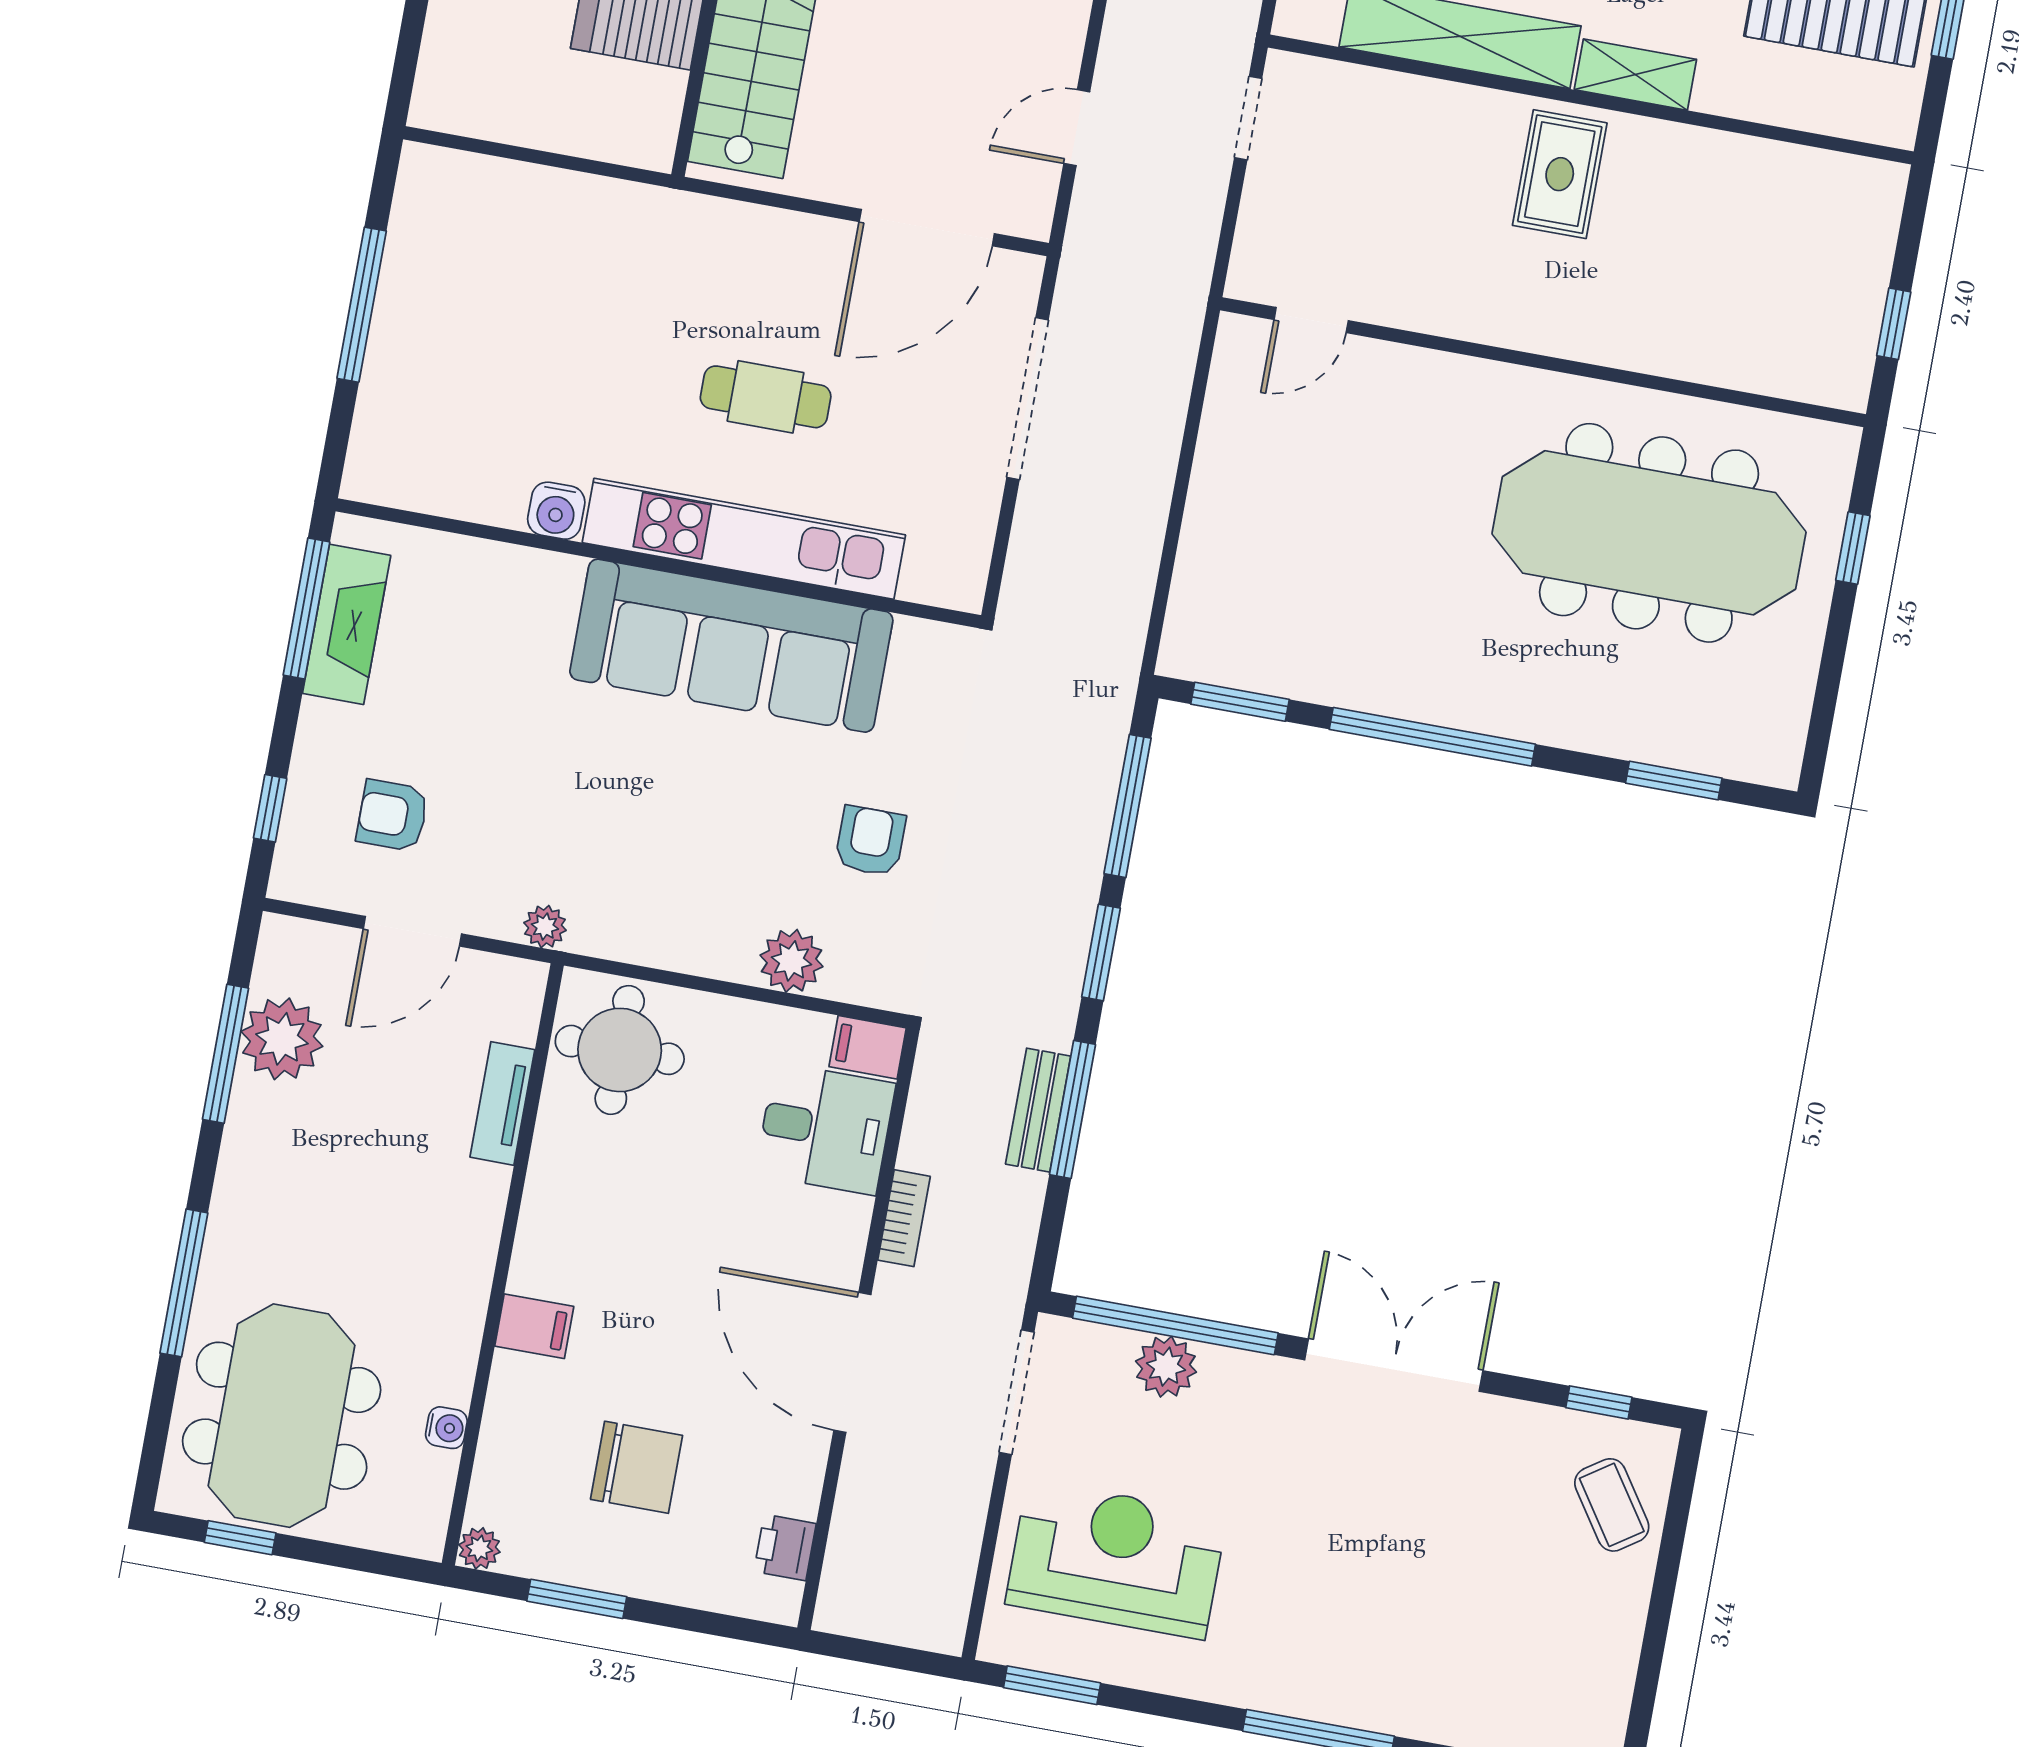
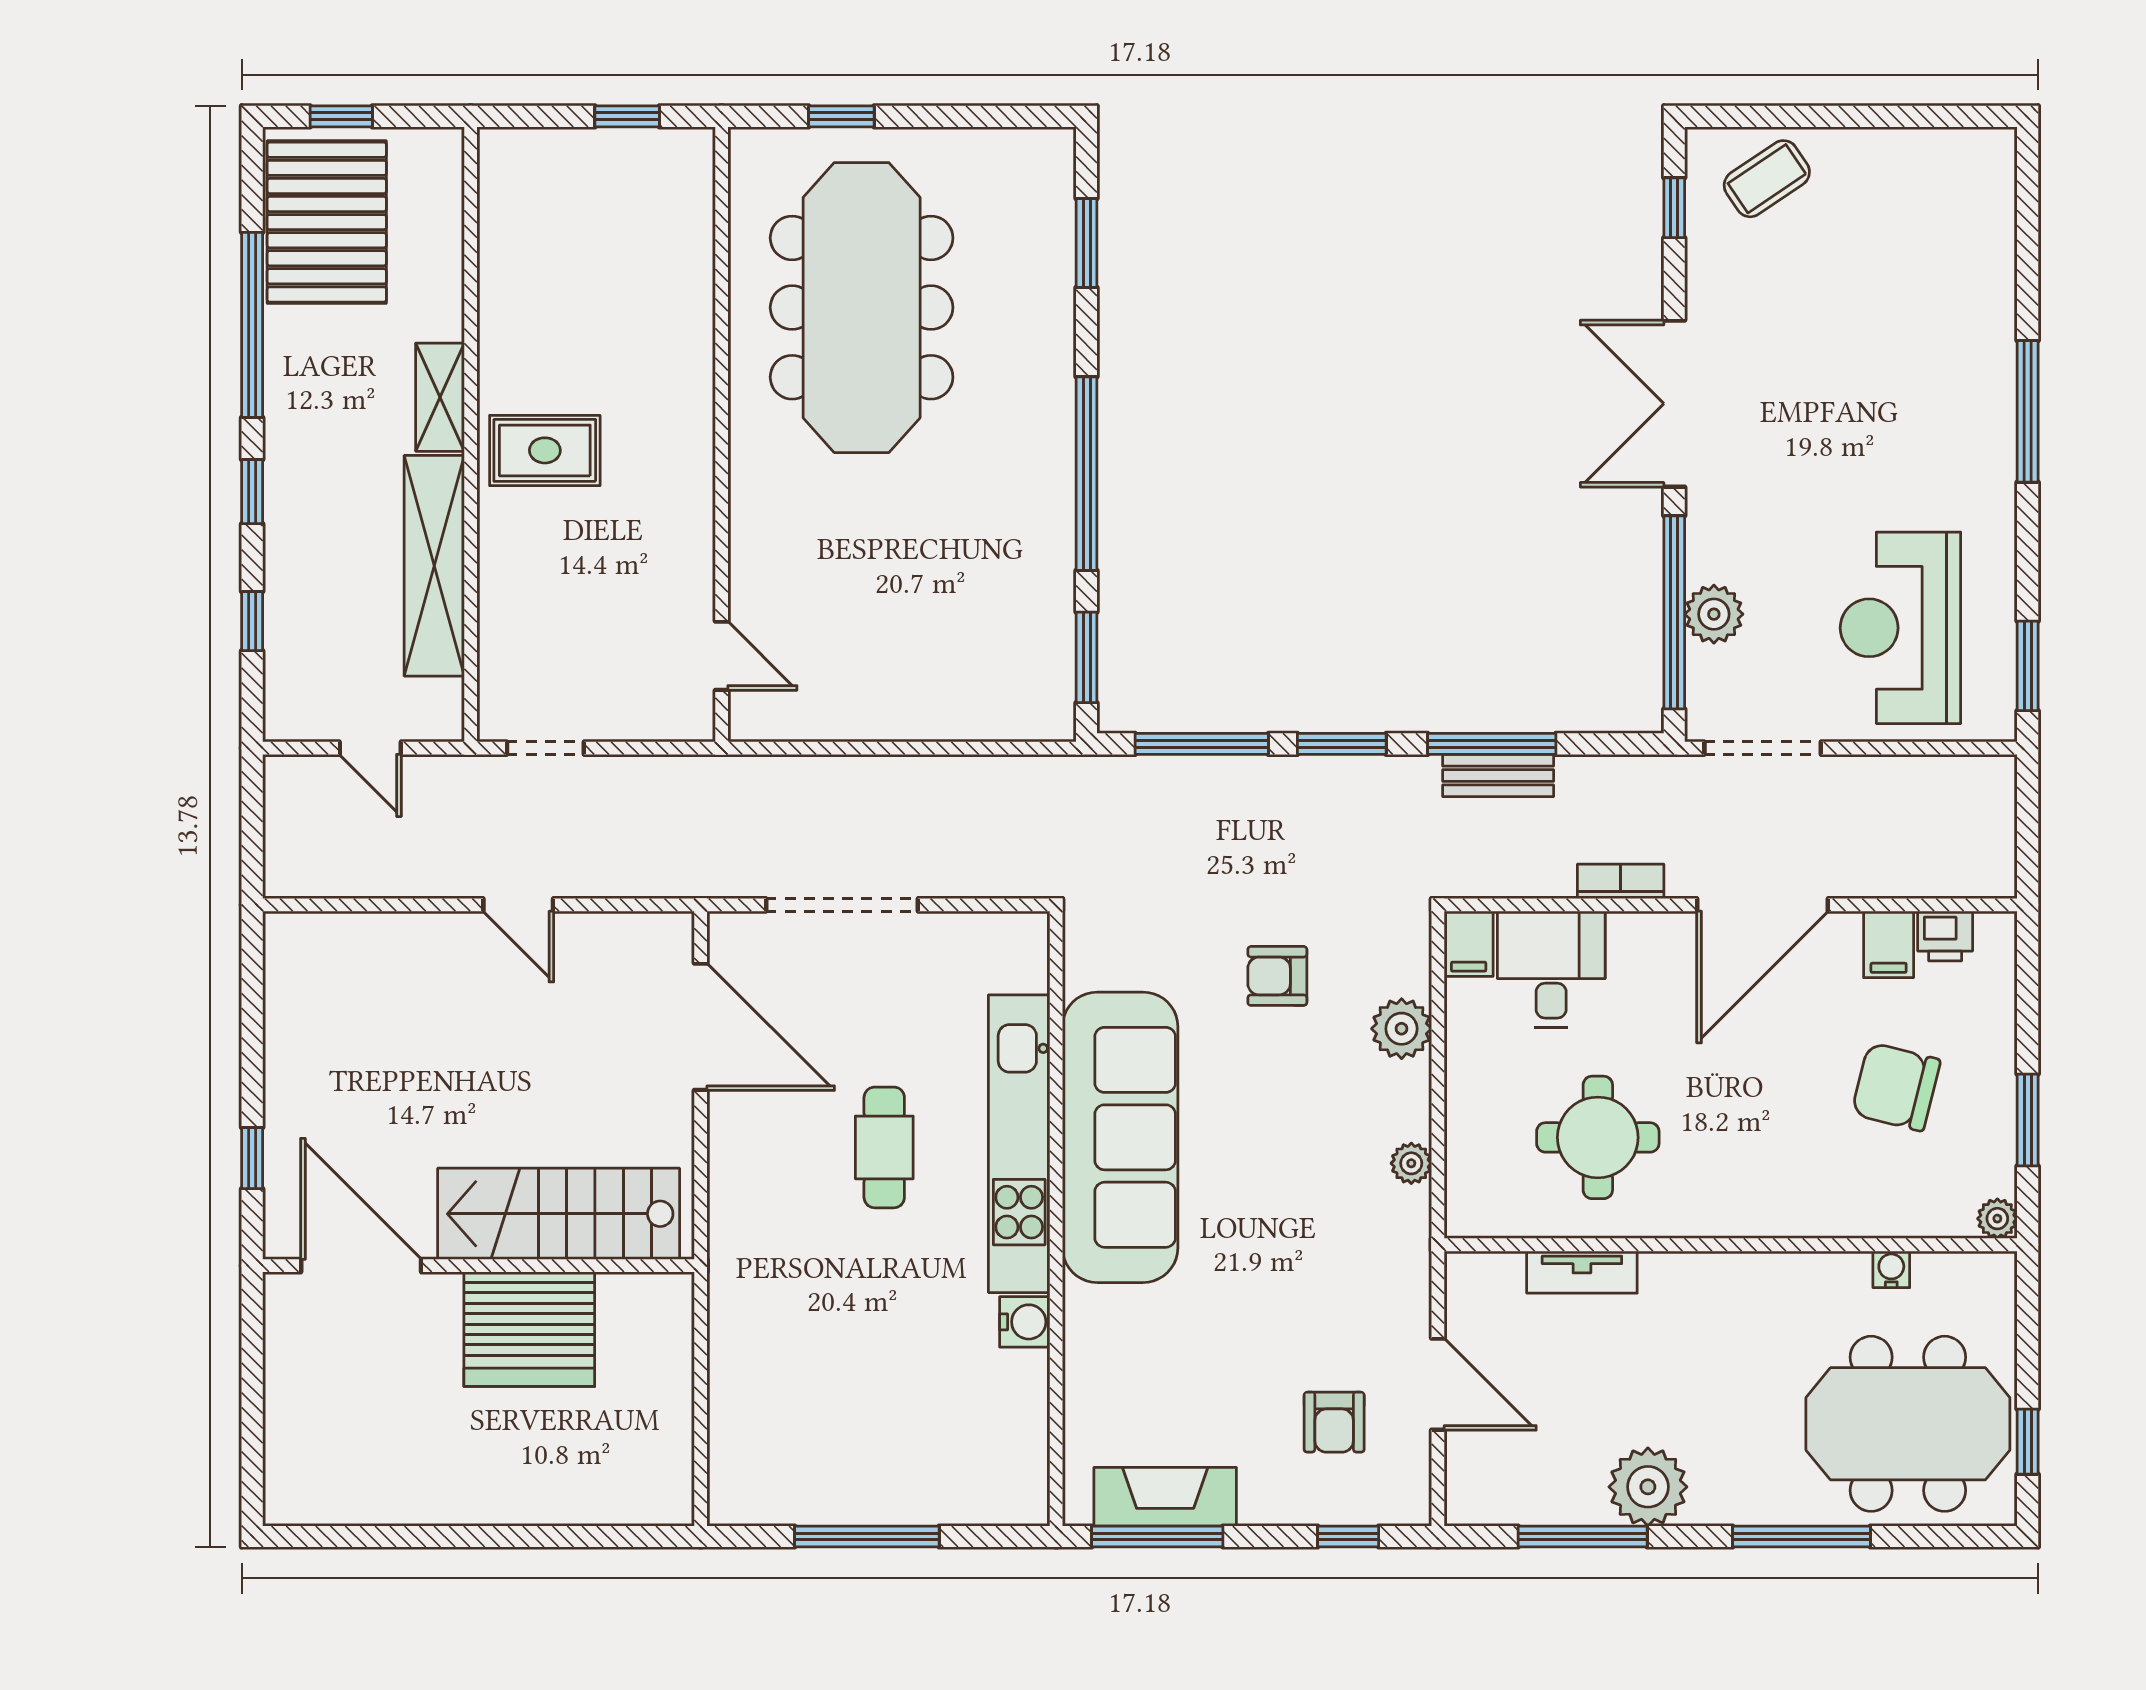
door: (1077, 128) -> (518, 905), moved
plant: (545, 927) -> (1411, 1163), moved
plant: (282, 1039) -> (1648, 1487), moved
round table: (620, 1050) -> (1598, 1137), moved
filing cabinet: (534, 1326) -> (1889, 944), moved, turned 180
chair: (637, 1467) -> (1896, 1087), turned -76

